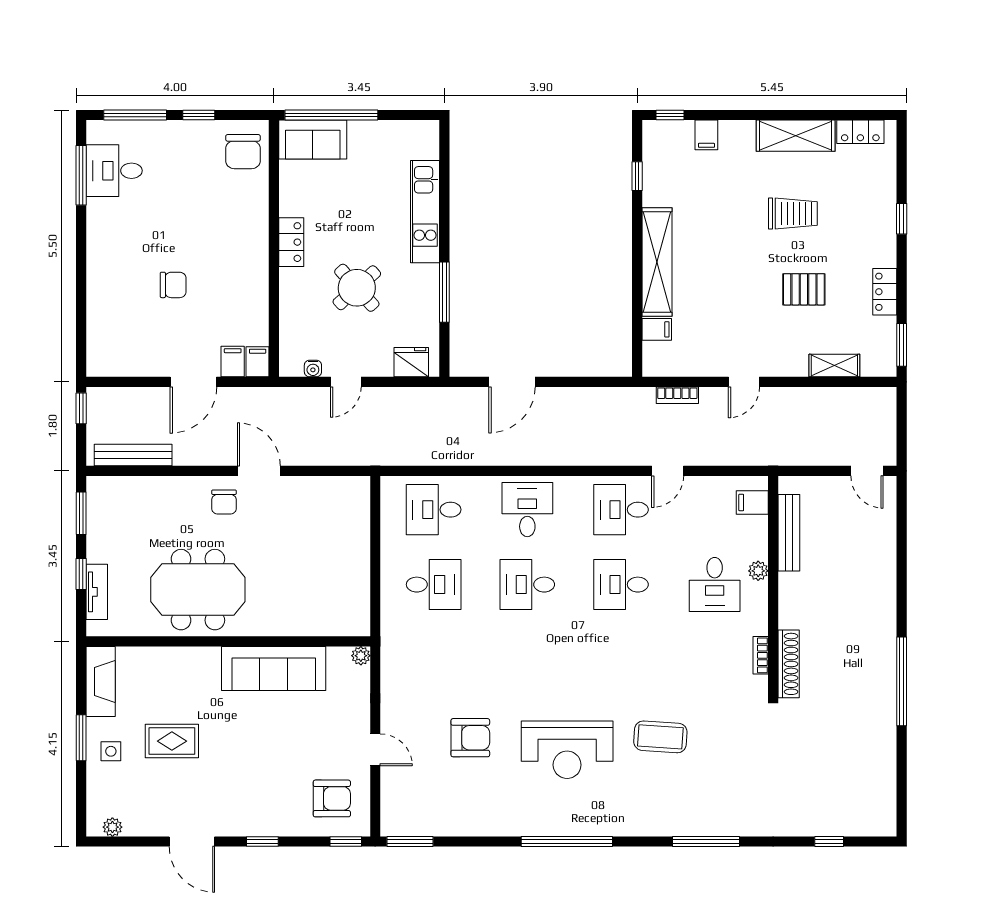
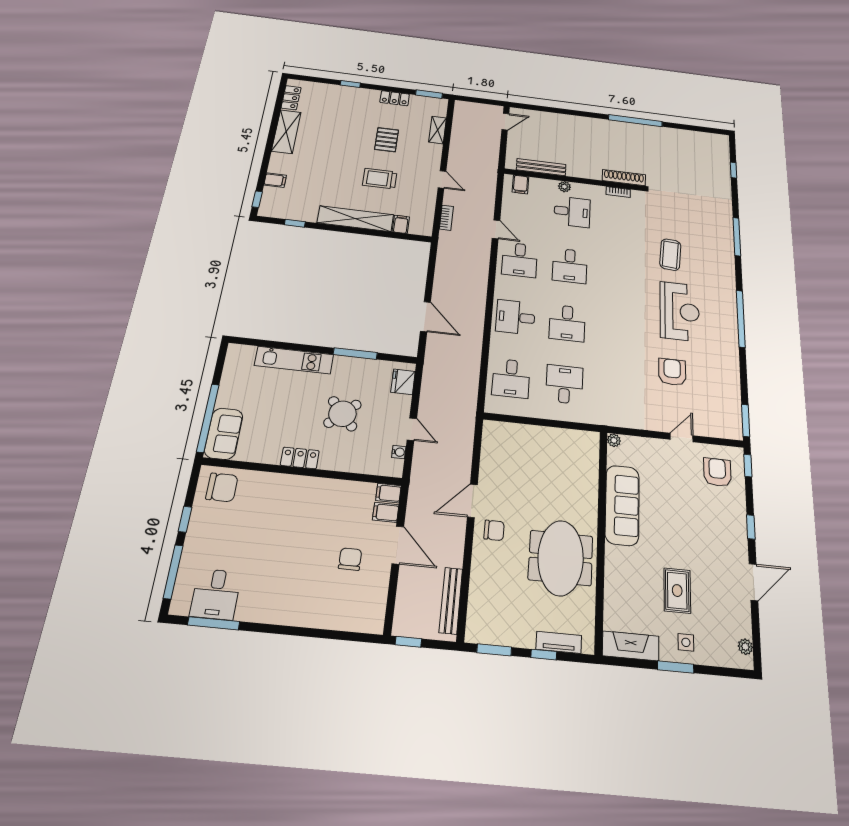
trolley: (793, 214) -> (380, 179), moved, turned -90
chair: (173, 285) -> (350, 559), moved

